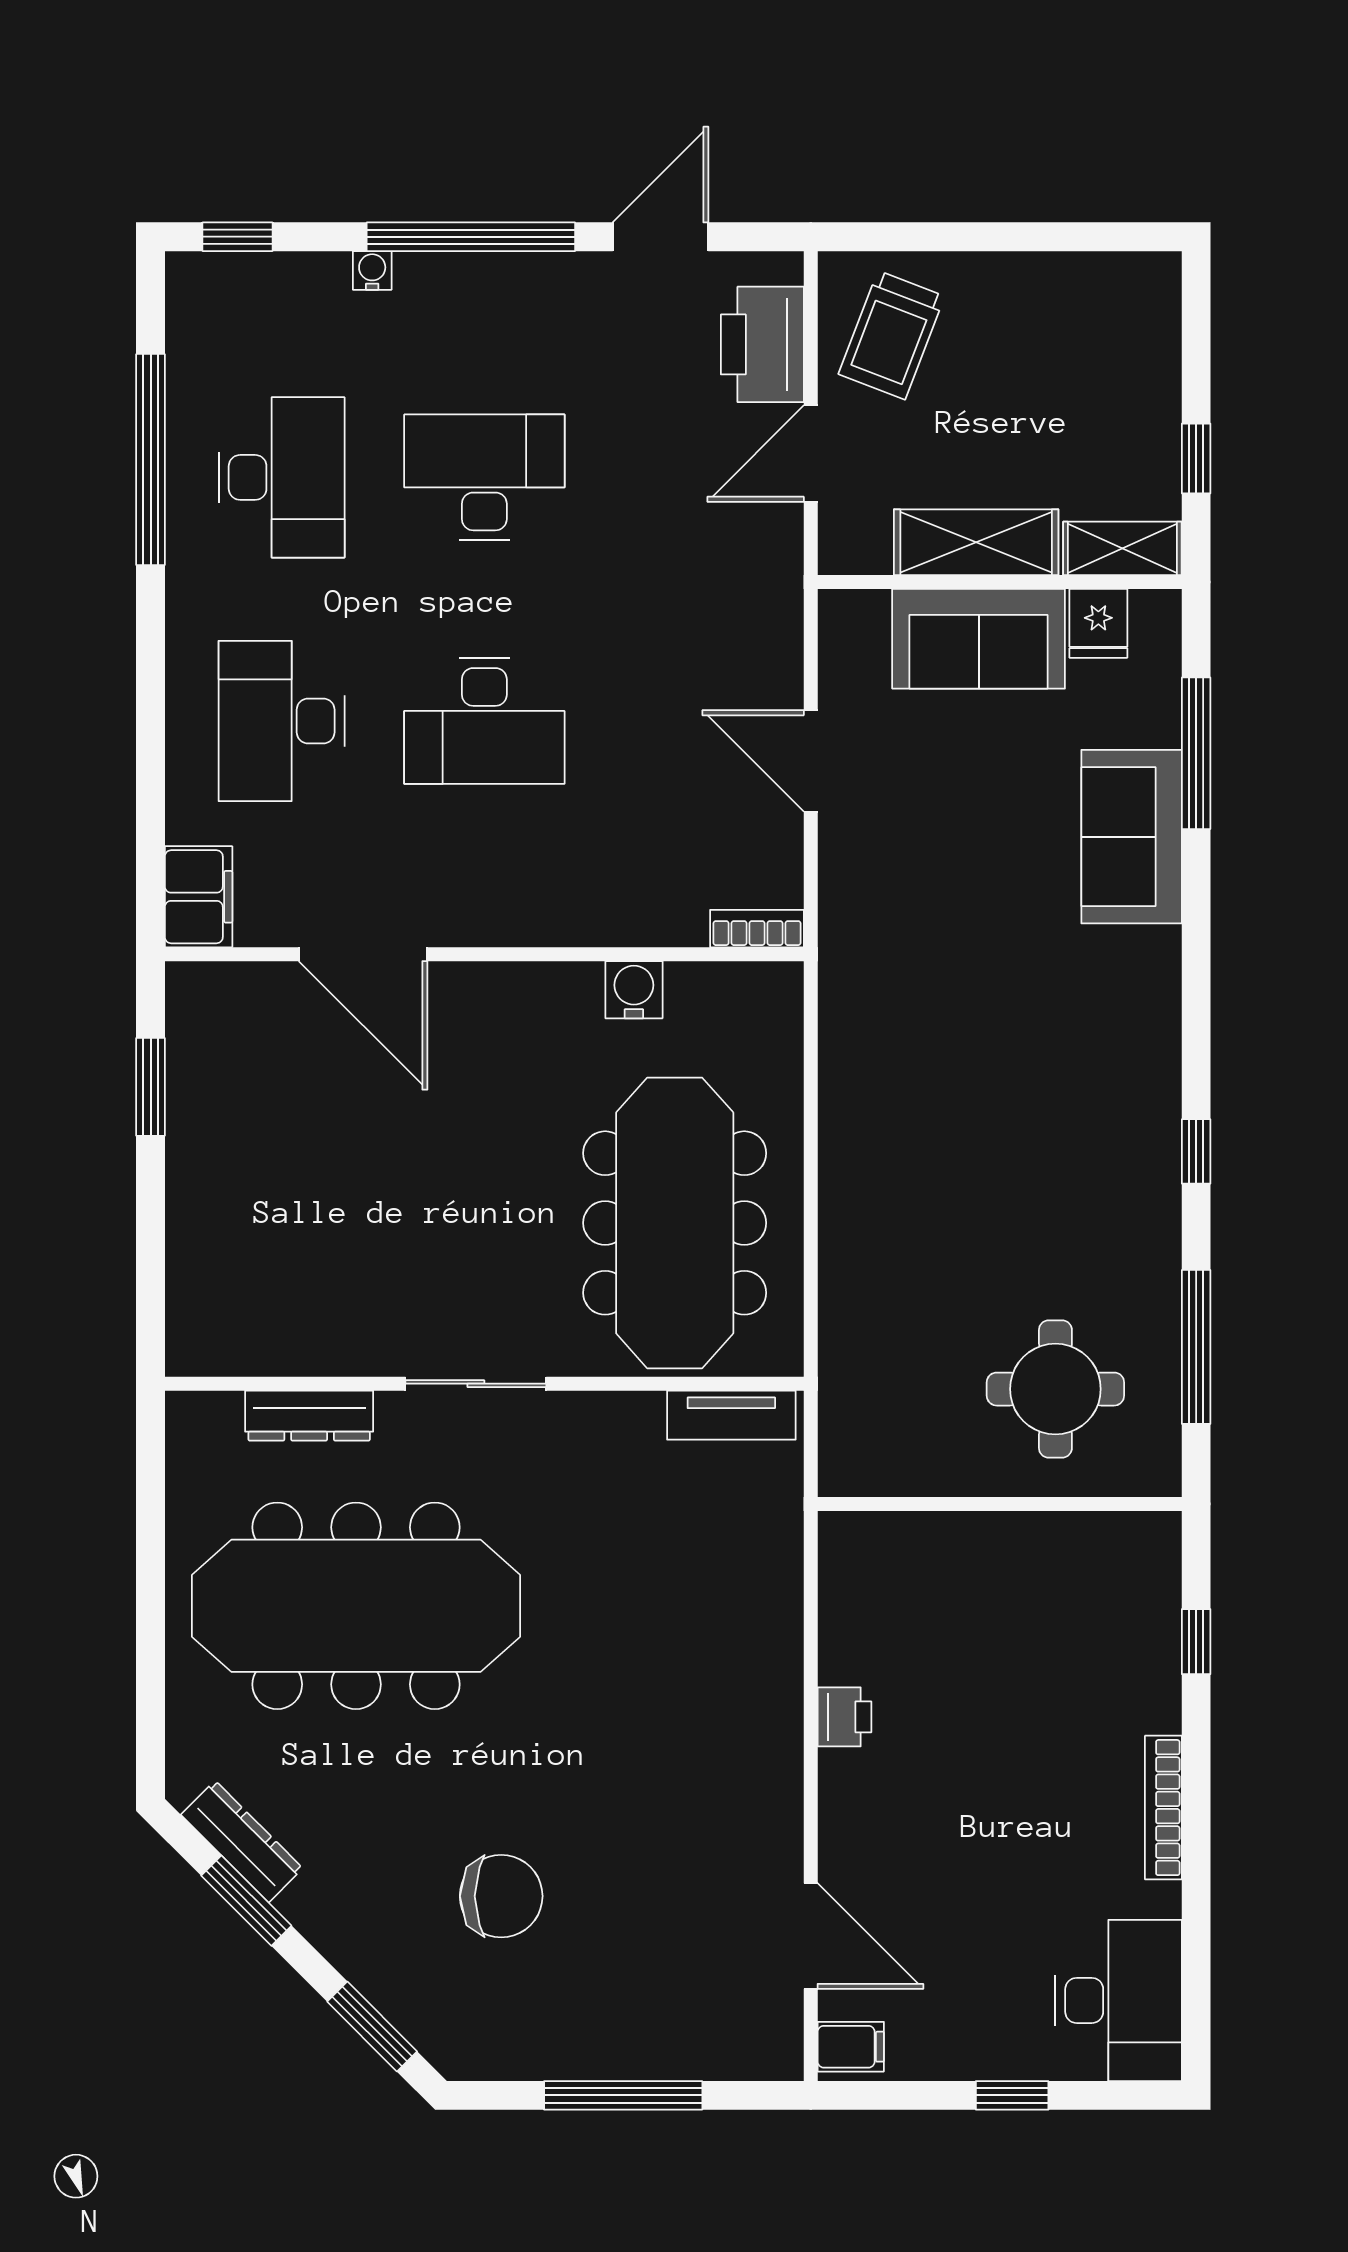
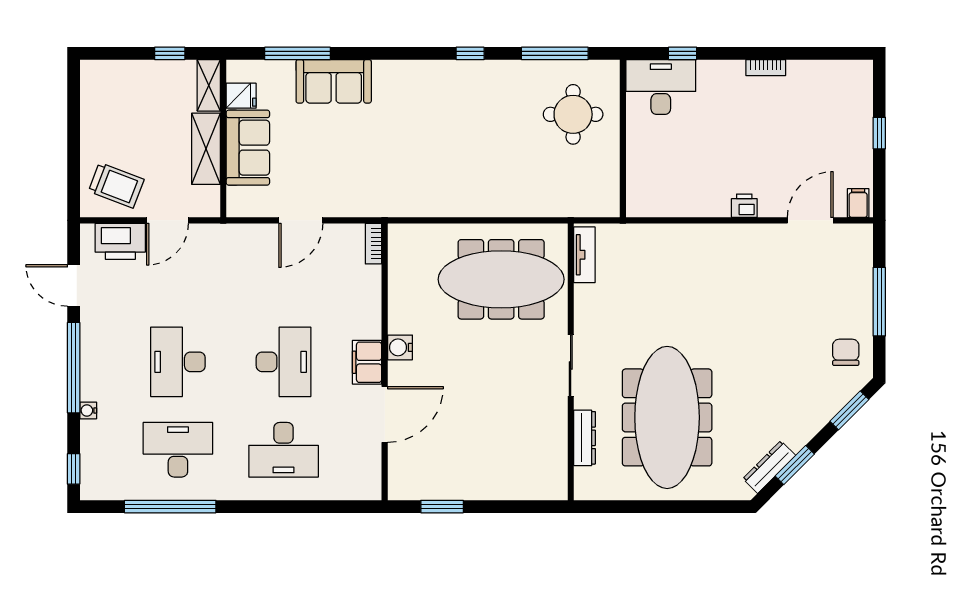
door: (811, 454) -> (168, 220), hinge flipped
filing cabinet: (199, 897) -> (367, 362), moved, turned -90
water cooler: (634, 990) -> (400, 347), moved
printer: (845, 1717) -> (744, 206), moved
bookcase: (1163, 1808) -> (766, 68), width x0.64
chair: (501, 1896) -> (846, 352), moved, width x0.73, depth x0.73
desk: (1118, 2000) -> (661, 87), moved

